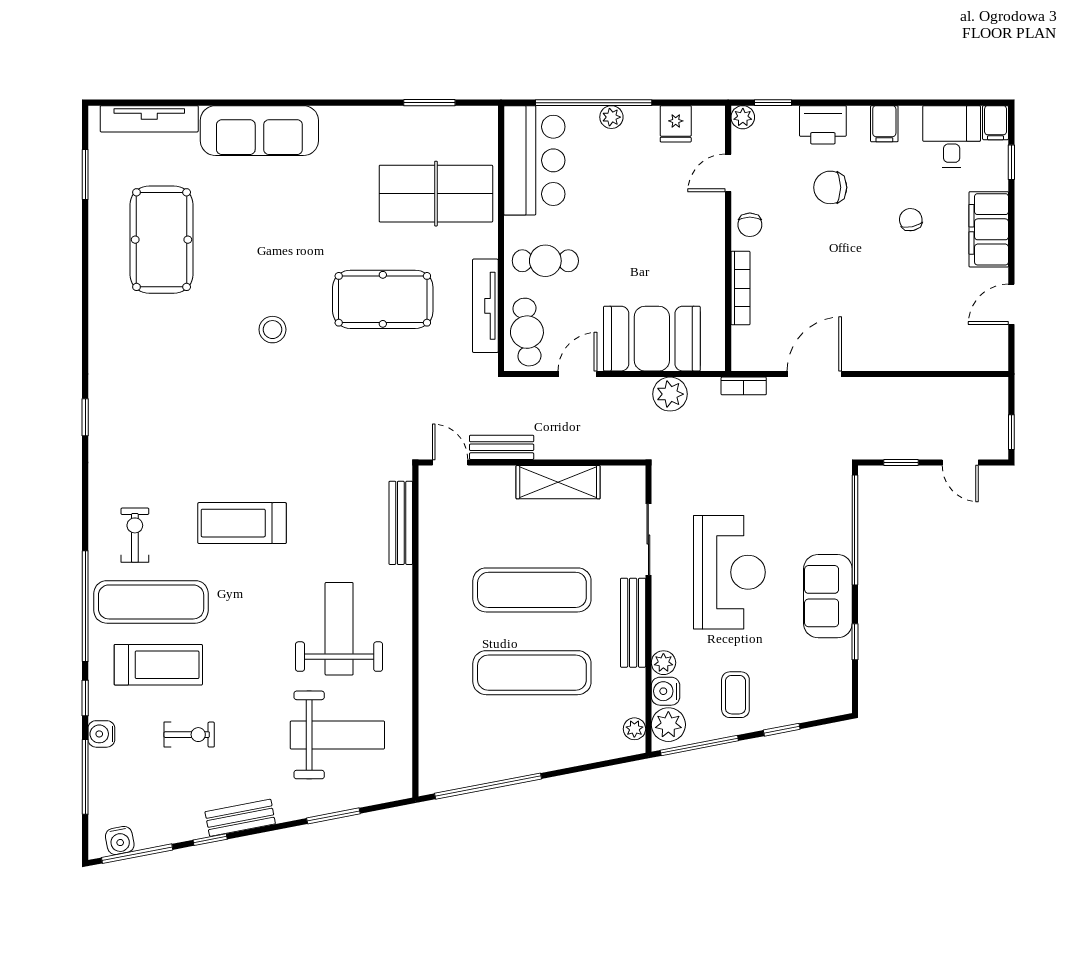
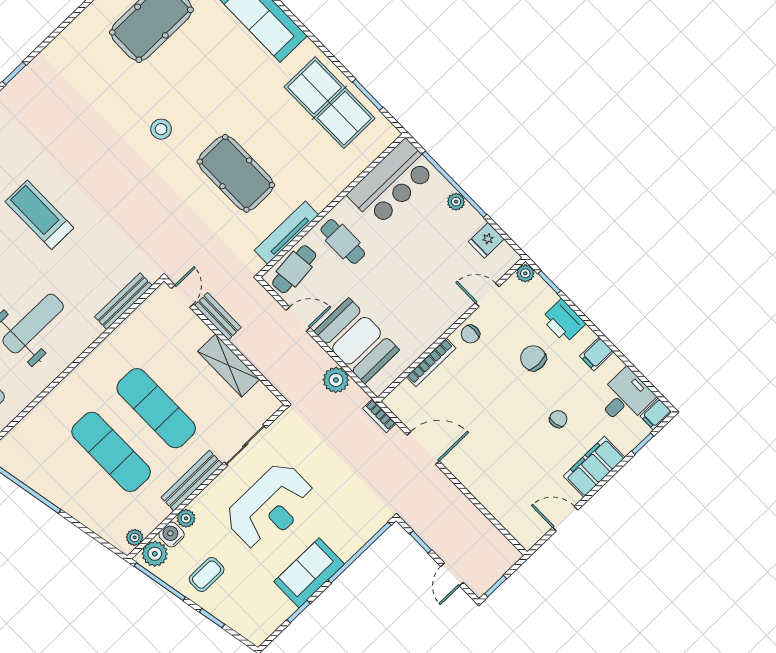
table tennis table: (436, 194) -> (329, 103), moved

